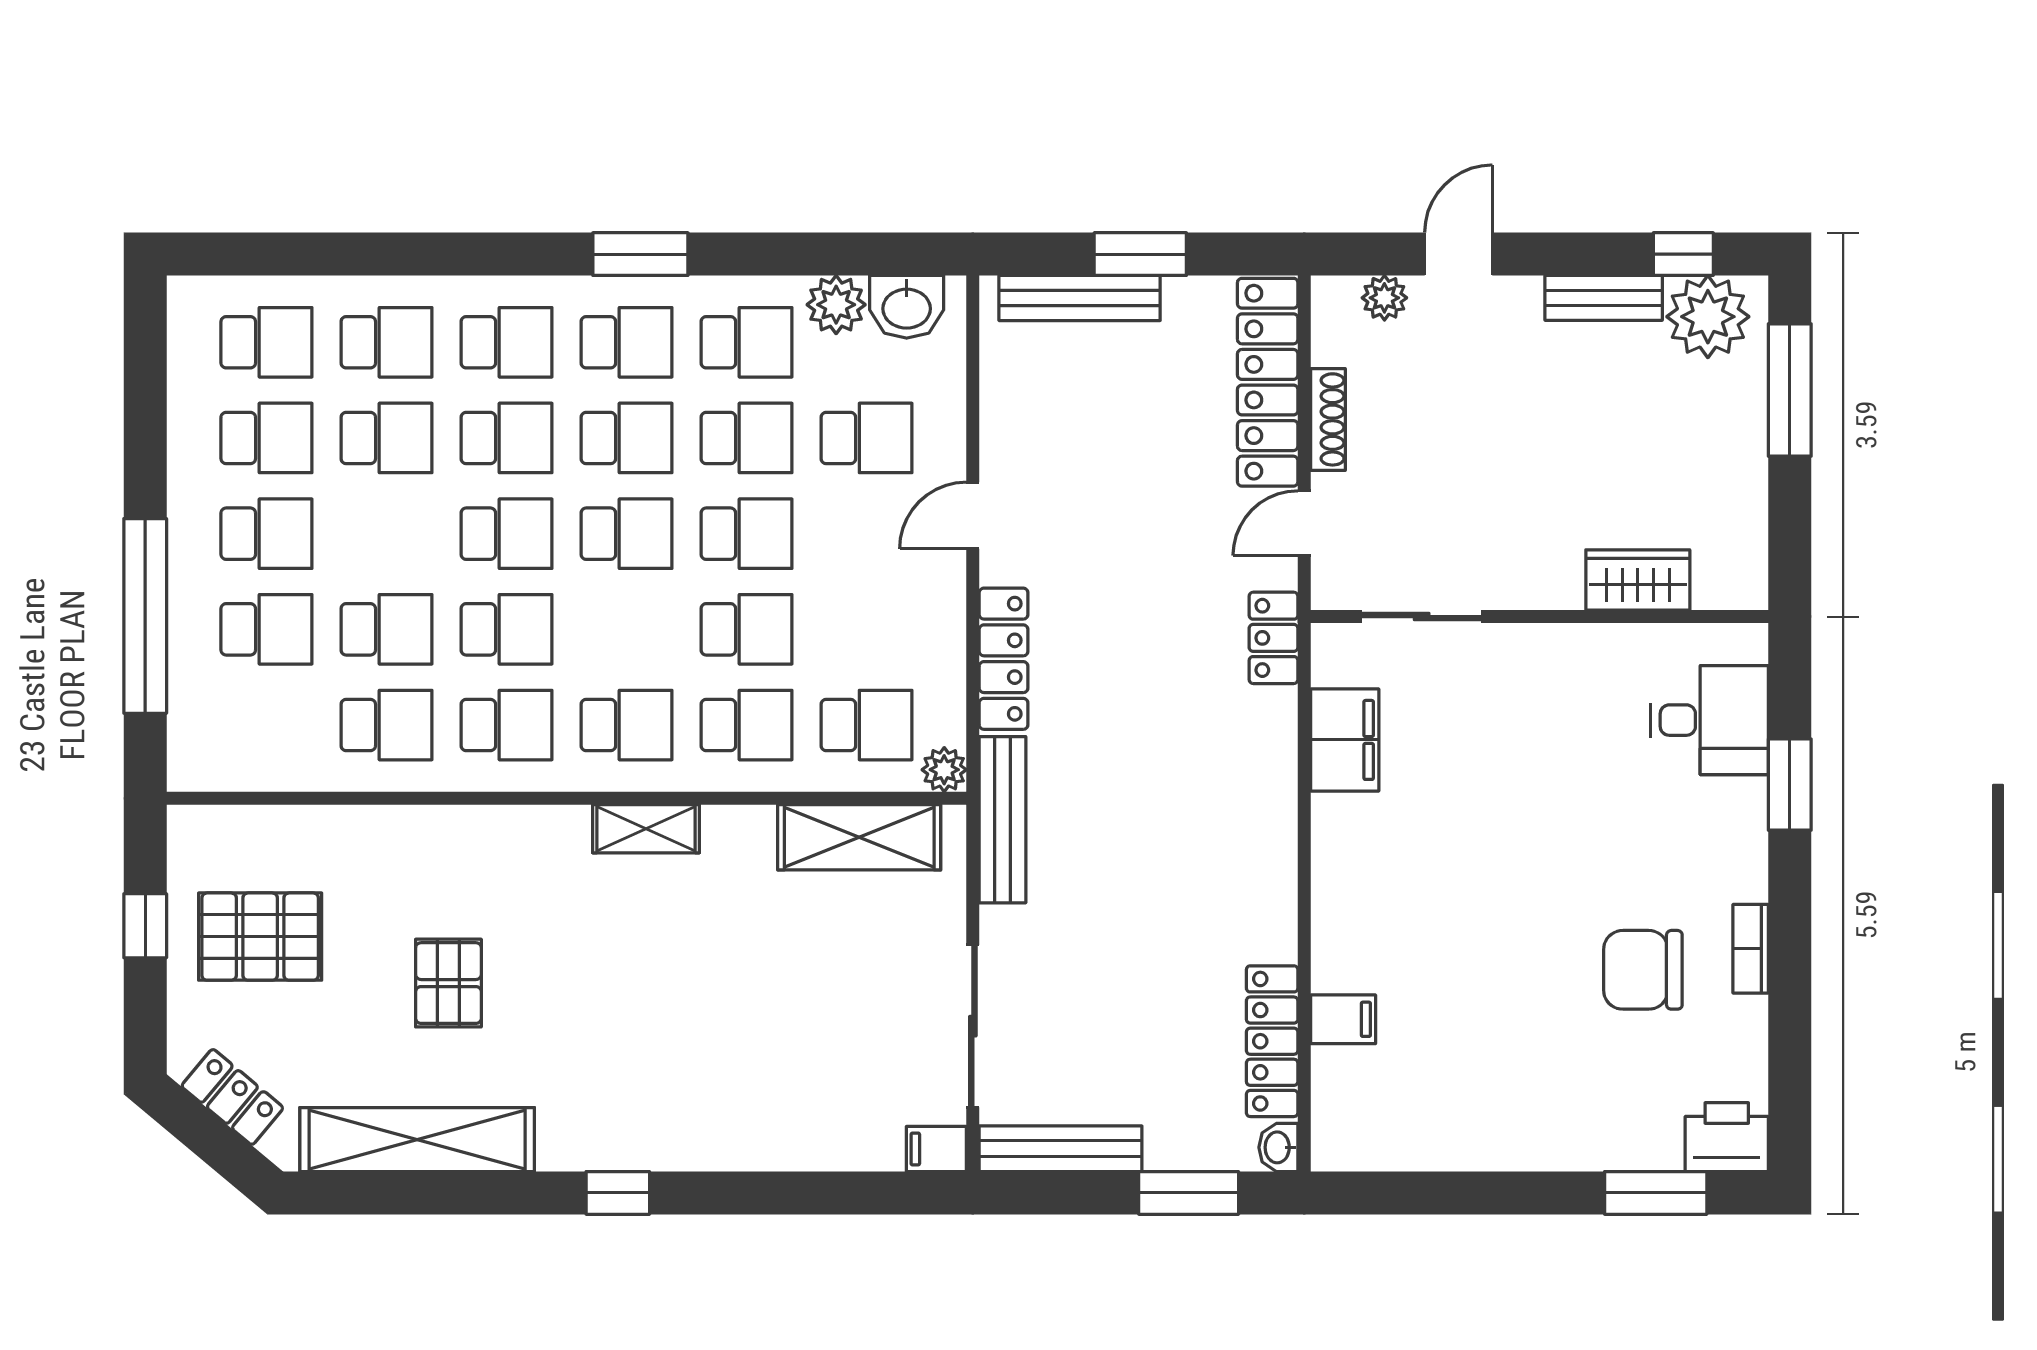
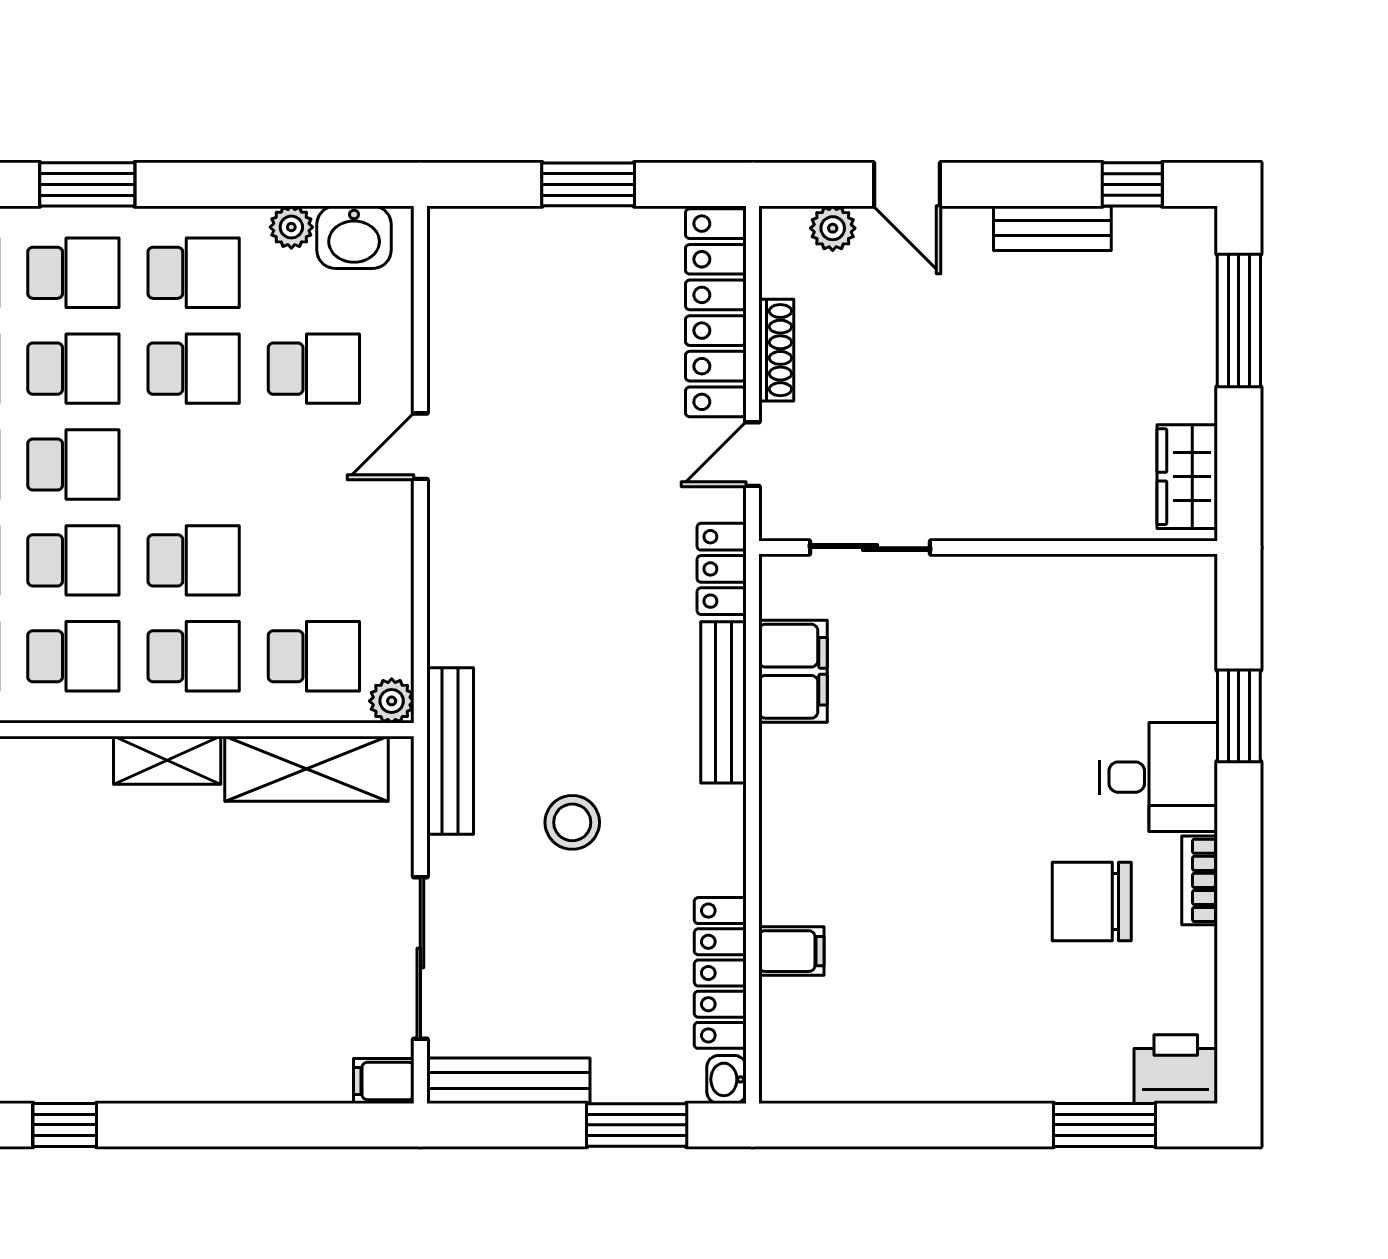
door: (1459, 254) -> (907, 184), swing flipped
bench: (1080, 298) -> (723, 702), moved, turned 90
plant: (836, 305) -> (291, 227), width x0.73, depth x0.73
plant: (1708, 317) -> (1157, 247), removed
school desk: (747, 534) -> (73, 560), moved
wardrobe: (1638, 580) -> (1187, 477), moved, turned -90
locker: (1004, 659) -> (451, 590), removed
desk: (1710, 720) -> (1159, 777), moved
shelving: (646, 829) -> (167, 760), moved
stool: (1124, 891) -> (572, 822), added

